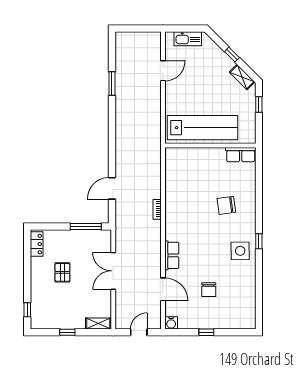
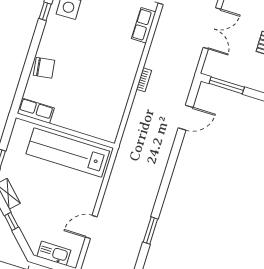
chair: (226, 205) -> (44, 68), moved

